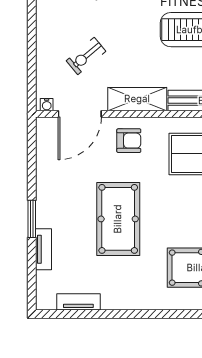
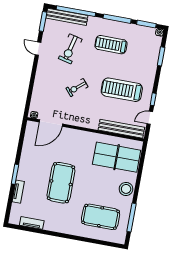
exercise bike: (86, 56) -> (77, 88), moved
shelving: (137, 99) -> (83, 121), removed
armchair: (129, 141) -> (74, 142), removed

